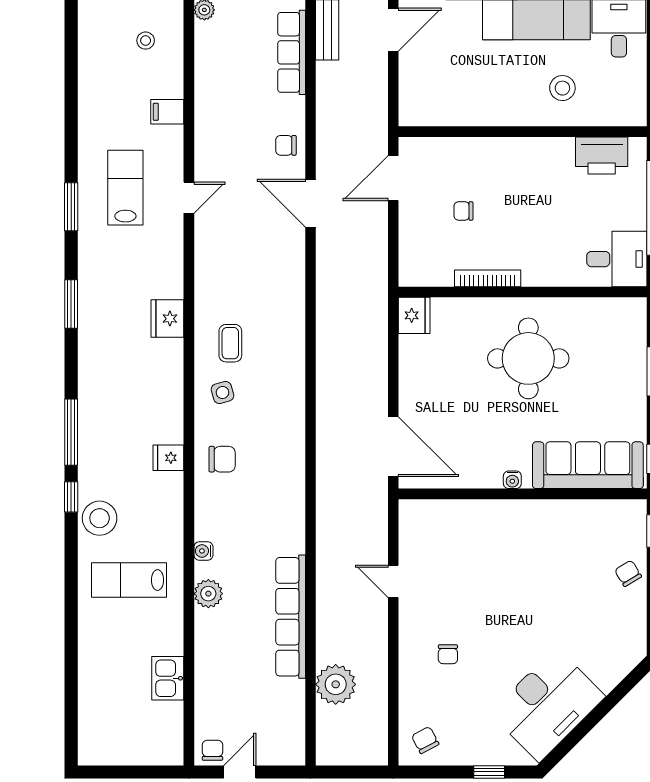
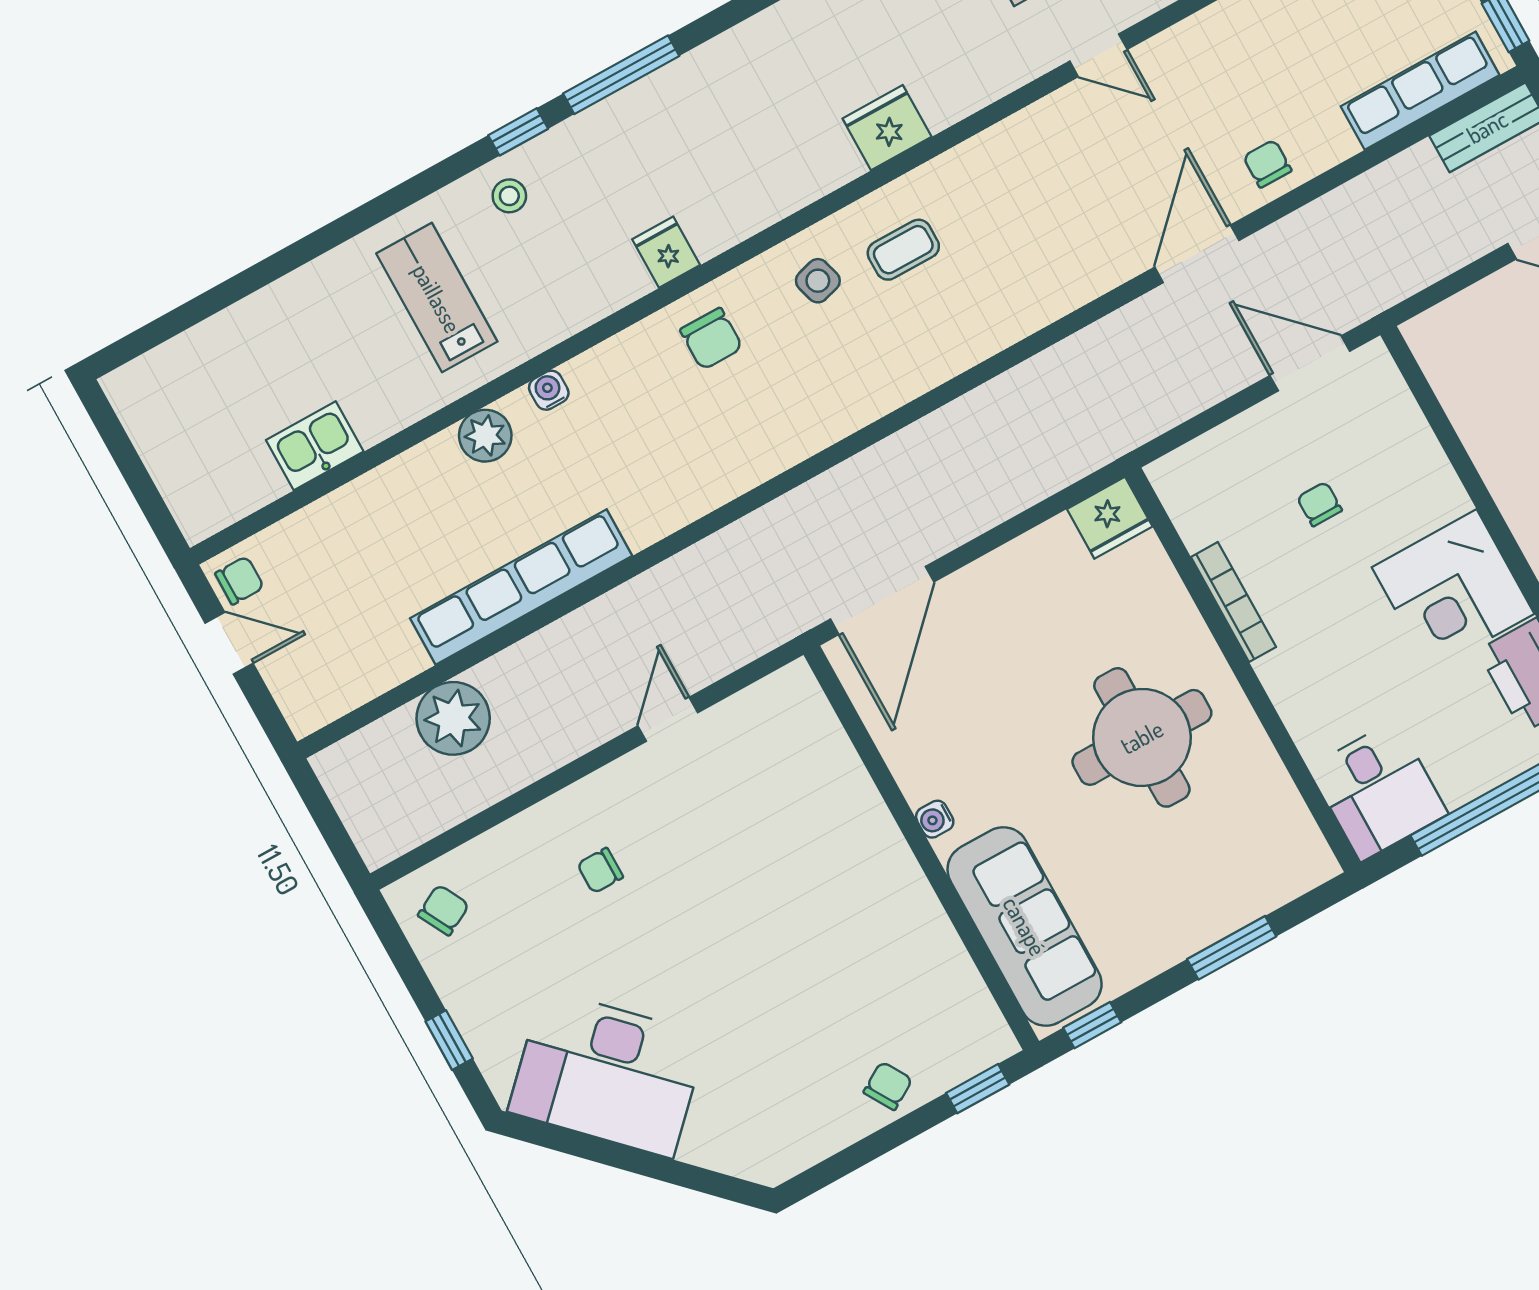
corner desk: (541, 170) -> (1453, 591), added
stool: (100, 518) -> (509, 196), width x0.53, depth x0.53

